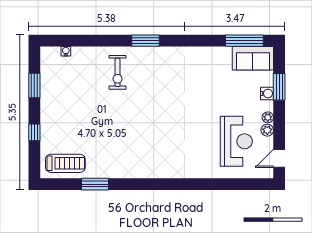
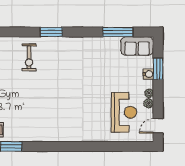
window: (244, 41) -> (118, 32), moved

